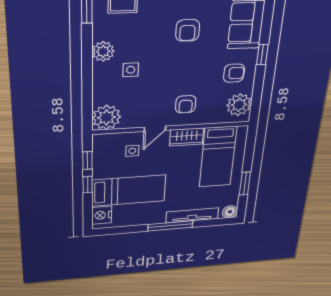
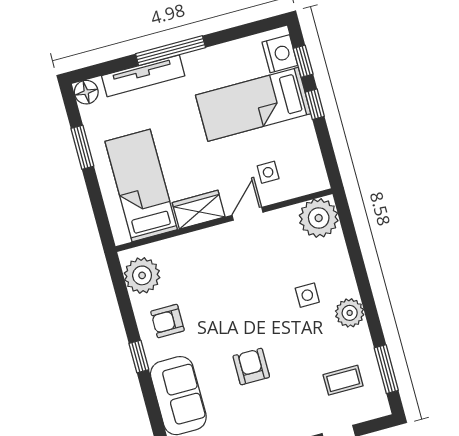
armchair: (186, 104) -> (217, 260), removed
window: (87, 160) -> (303, 61), moved

